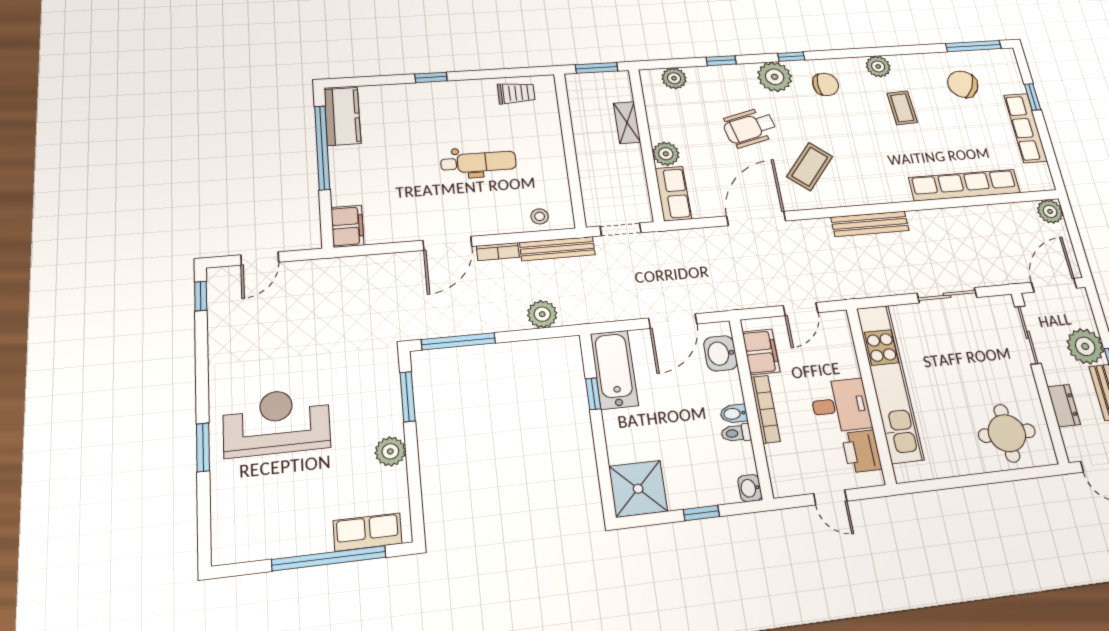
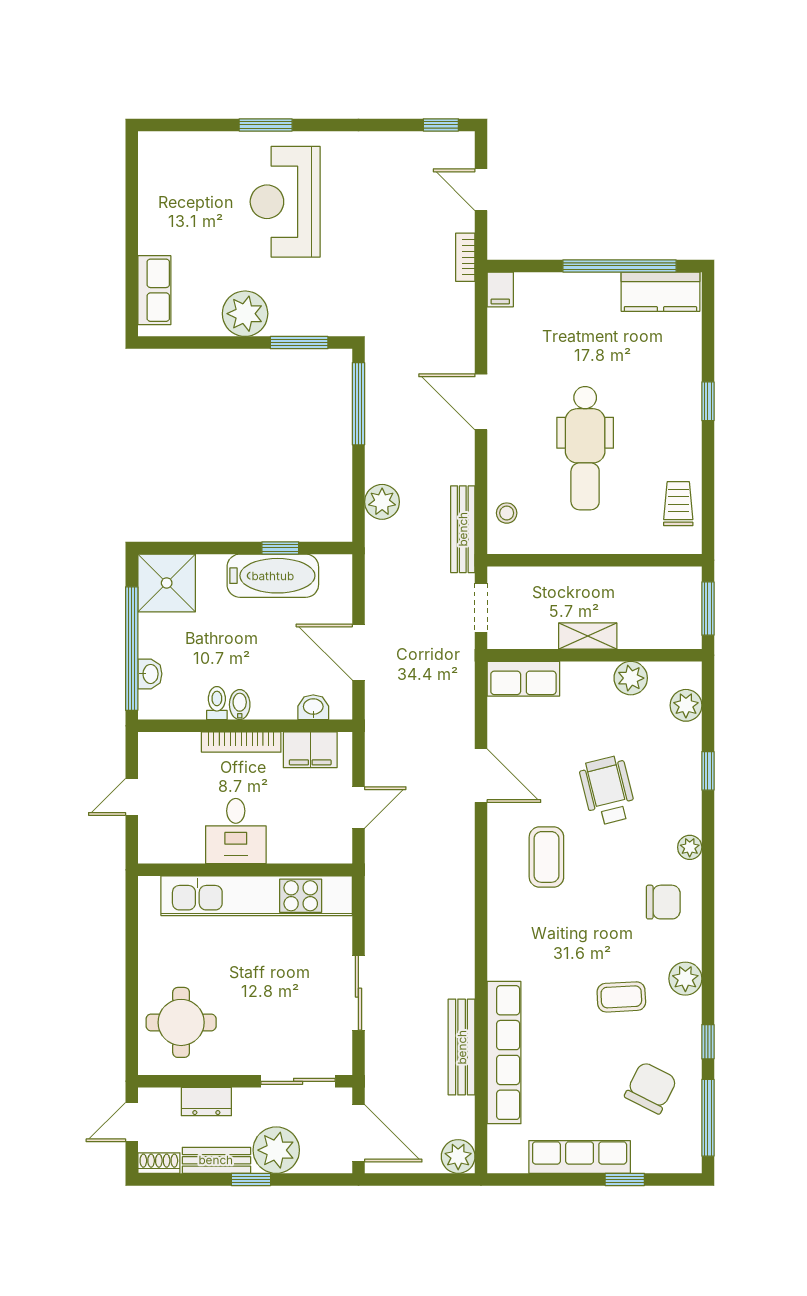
window: (791, 57) -> (708, 1042), moved
plant: (775, 77) -> (690, 847), width x0.53, depth x0.53
chair: (826, 84) -> (663, 902), turned -90
trolley: (516, 93) -> (678, 504), turned 180
shelving: (627, 123) -> (588, 636), moved
plant: (666, 154) -> (631, 678), moved
dental chair: (479, 162) -> (585, 448), width x1.36, depth x1.38
coffee table: (810, 167) -> (546, 857), turned 50
door: (756, 219) -> (481, 776), width x0.73
bench: (870, 224) -> (462, 1047), moved
filing cabinet: (347, 226) -> (500, 289), width x0.50
bookcase: (498, 252) -> (465, 257), moved
door: (801, 309) -> (358, 807), swing flipped
washbasin: (721, 353) -> (313, 707), width x0.72, depth x0.69
bathtub: (614, 370) -> (273, 576), moved
reception desk: (277, 422) -> (285, 202), turned 180
plant: (390, 451) -> (245, 314), width x1.36, depth x1.36
printer: (862, 451) -> (180, 844), removed
washbasin: (750, 488) -> (150, 674), moved, turned 90
window: (701, 513) -> (132, 649), width x3.17
window: (329, 558) -> (132, 249), removed

